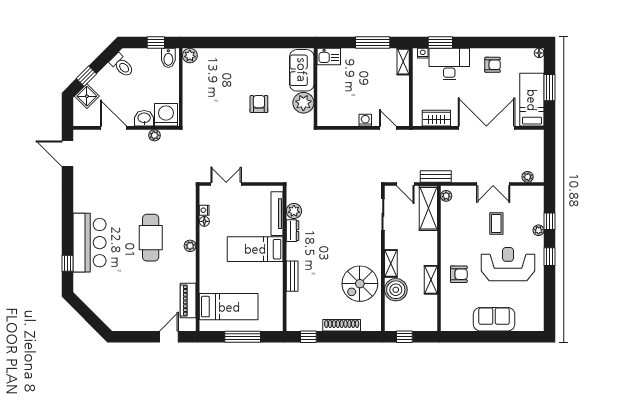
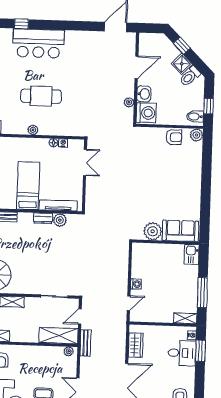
desk: (449, 64) -> (182, 353), width x0.73
shower: (87, 96) -> (182, 64), moved
armchair: (259, 104) -> (174, 137), moved

